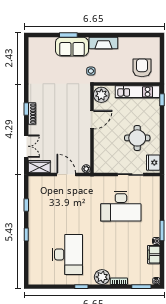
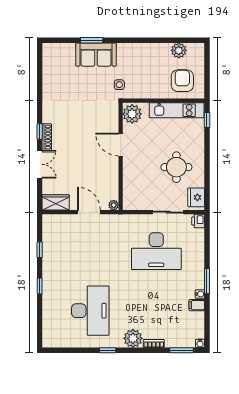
fireplace: (103, 43) -> (135, 50), removed
plant: (139, 43) -> (179, 50), added
door: (92, 120) -> (121, 145), swing flipped
double door: (26, 146) -> (40, 164), moved
printer: (155, 182) -> (198, 221), added
filing cabinet: (154, 255) -> (197, 305), width x0.50

